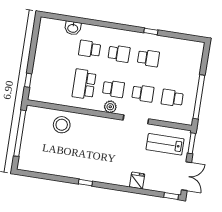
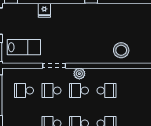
school desk: (84, 84) -> (106, 91), width x0.54
school desk: (172, 98) -> (24, 91), turned 180

